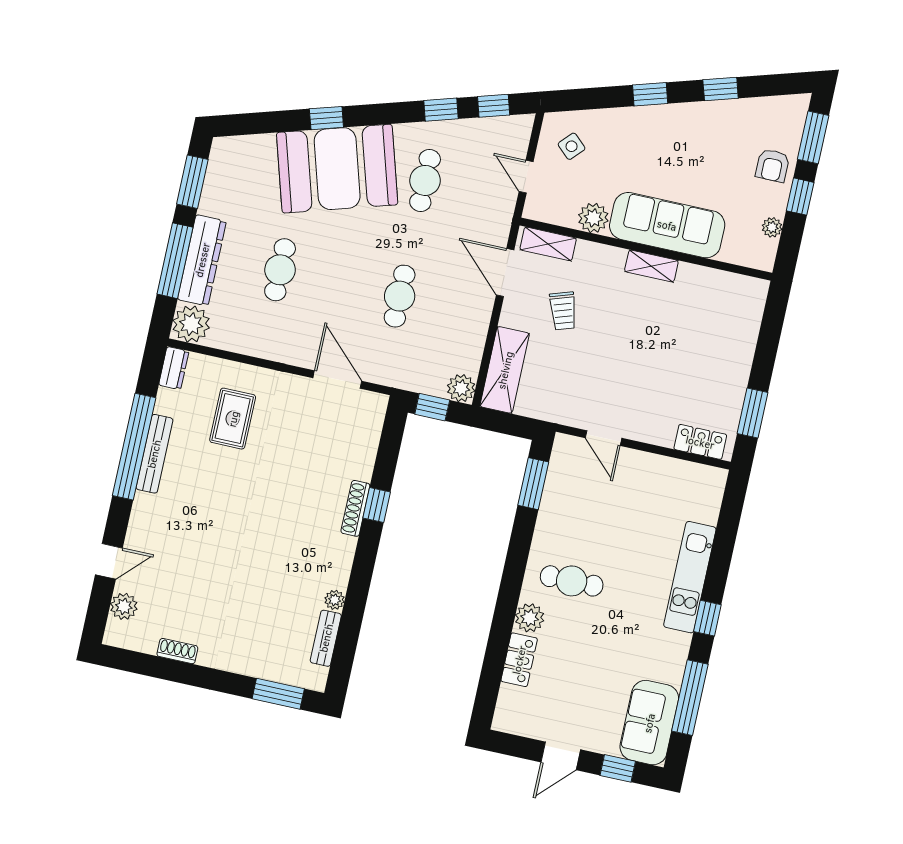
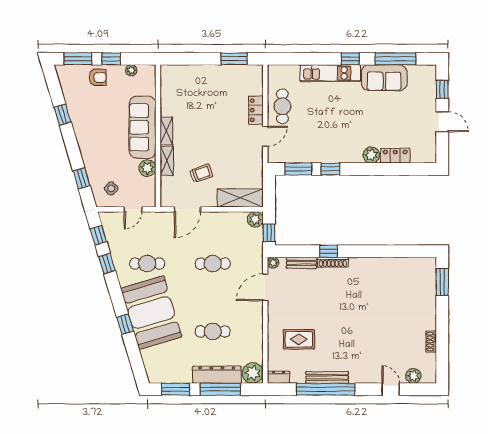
window: (650, 94) -> (82, 178), moved
shelving: (548, 244) -> (167, 161), moved
locker: (700, 442) -> (256, 110), moved
window: (521, 540) -> (330, 169), added
cafe table: (572, 581) -> (282, 106), moved
plant: (335, 600) -> (273, 263), moved
bench: (326, 638) -> (301, 263), moved
sofa: (649, 723) -> (384, 78), moved

